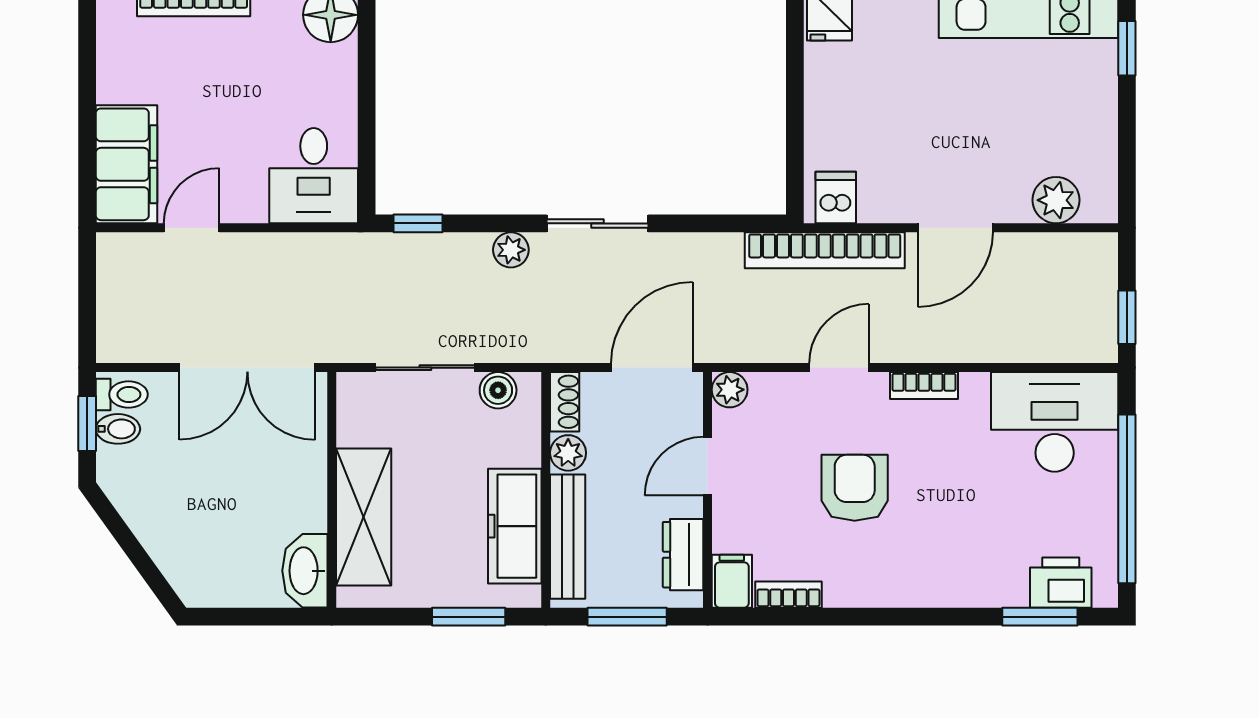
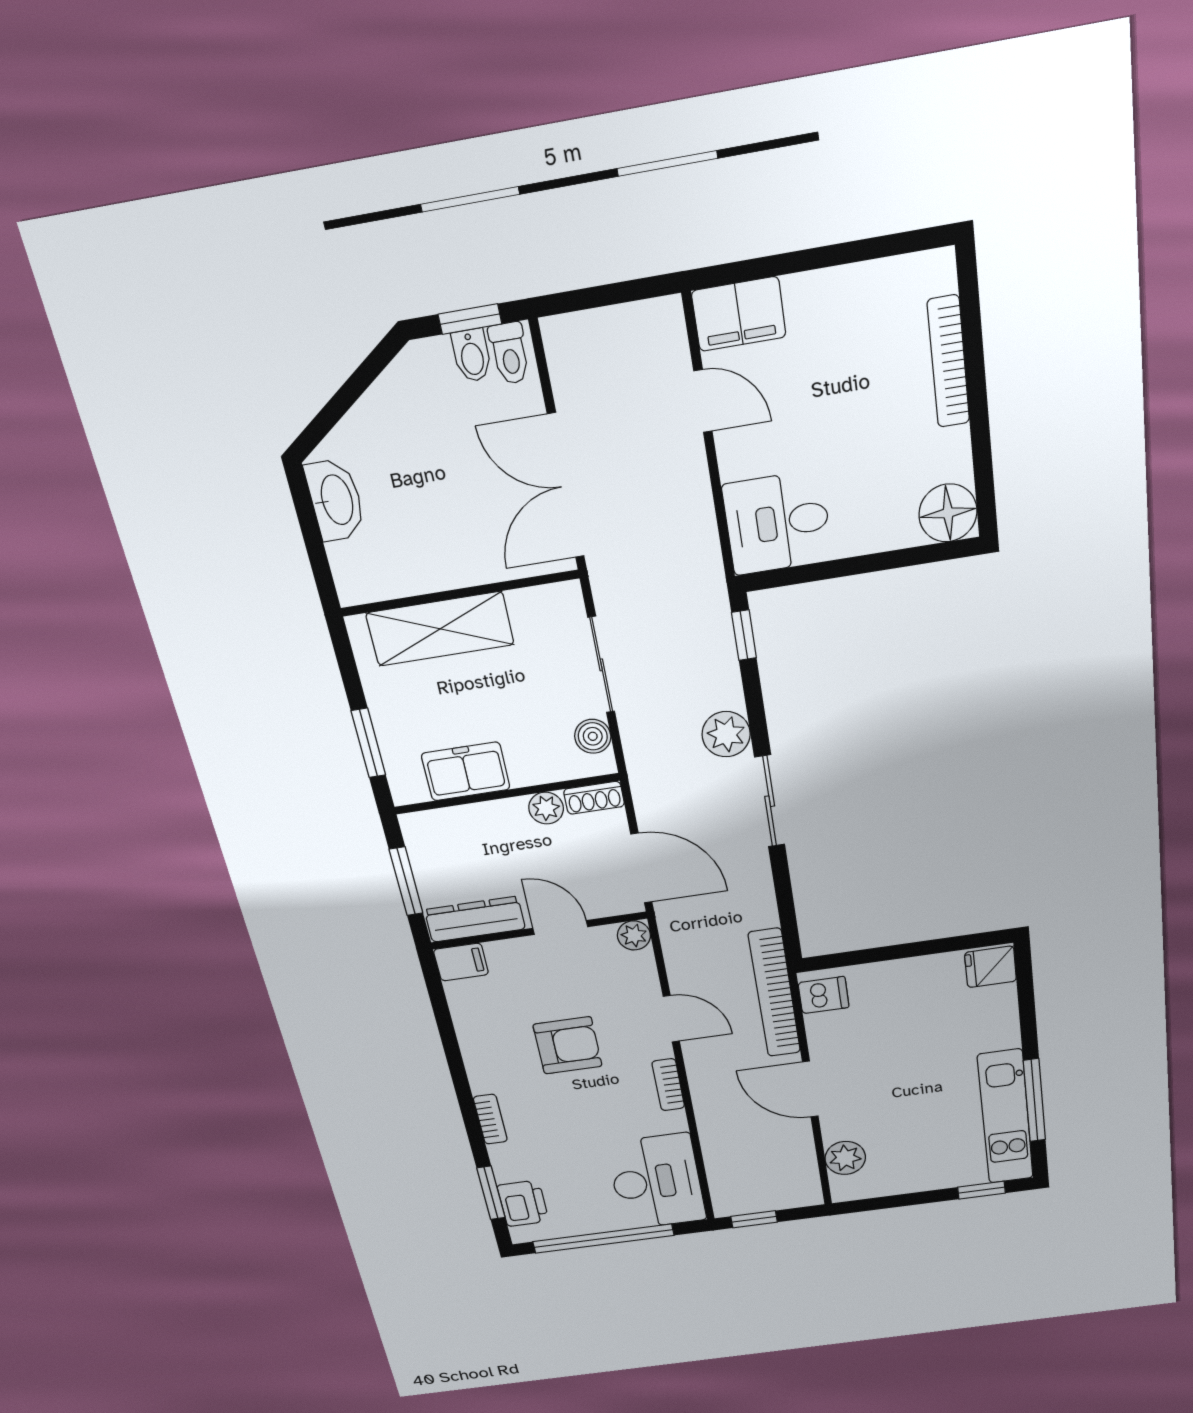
filing cabinet: (126, 164) -> (739, 314), width x0.67, depth x0.86
plant: (511, 250) -> (726, 734), width x1.38, depth x1.38
freezer: (515, 526) -> (466, 771), width x0.71
bench: (568, 537) -> (467, 820), removed
dresser: (683, 555) -> (475, 919), width x1.44
washbasin: (305, 571) -> (336, 500), moved, turned 90
bookcase: (788, 595) -> (490, 1119), moved

